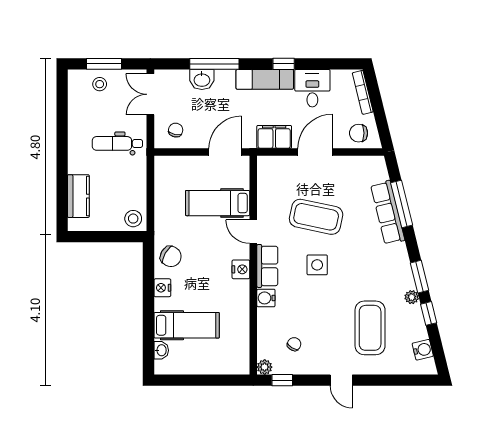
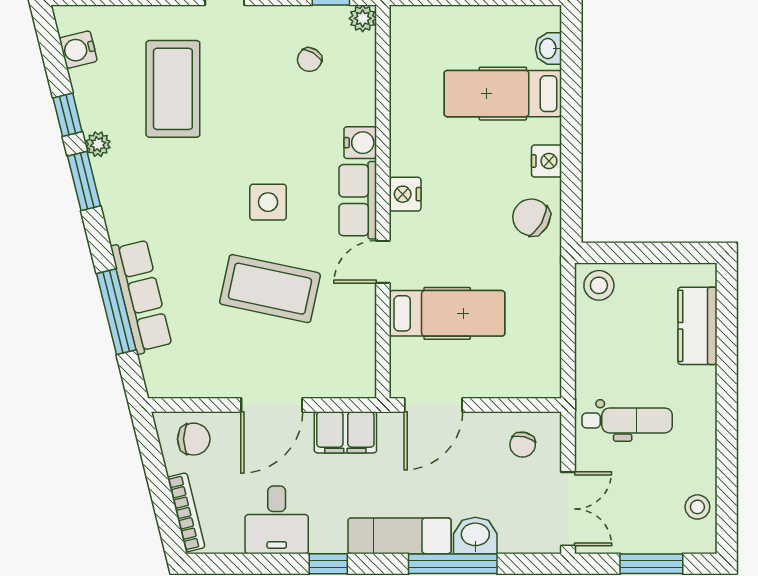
exam couch: (265, 79) -> (400, 536), moved
stool: (100, 84) -> (697, 507), moved
door: (253, 232) -> (383, 262), swing flipped

